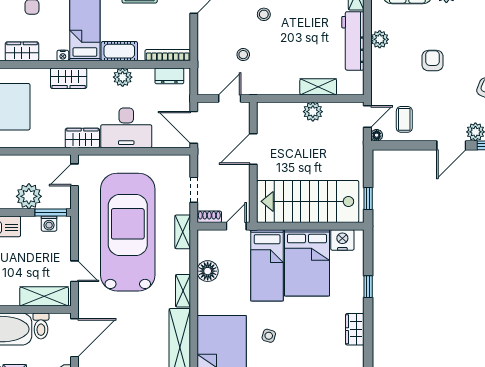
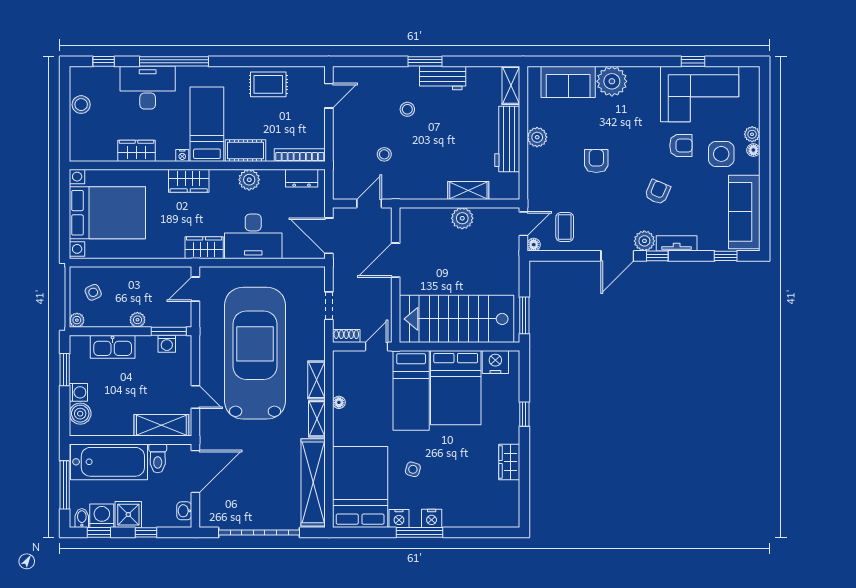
plant: (29, 196) -> (137, 320), width x0.53, depth x0.53
window: (368, 198) -> (524, 315), width x1.50
shelving: (183, 232) -> (316, 380), moved
floor lamp: (208, 271) -> (339, 402), width x0.53, depth x0.53

